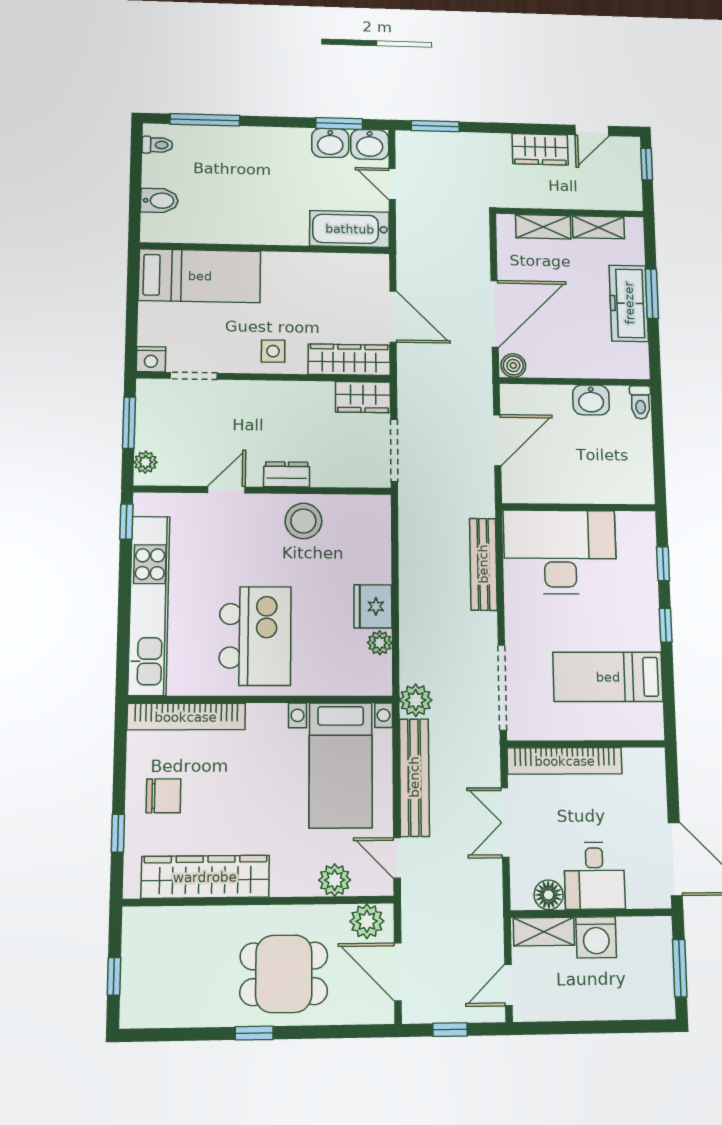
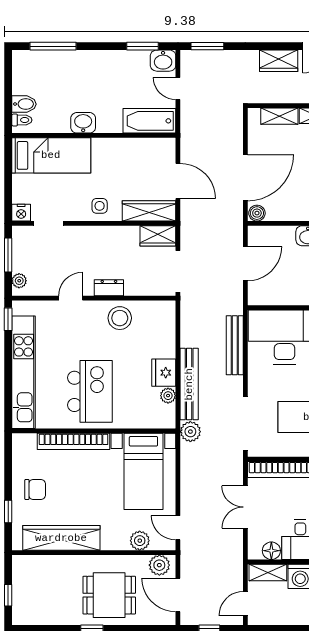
washbasin: (330, 143) -> (83, 123), moved, turned 180
toilet: (157, 145) -> (22, 120), moved
bookcase: (186, 717) -> (74, 441), moved
bench: (414, 777) -> (189, 384), moved

